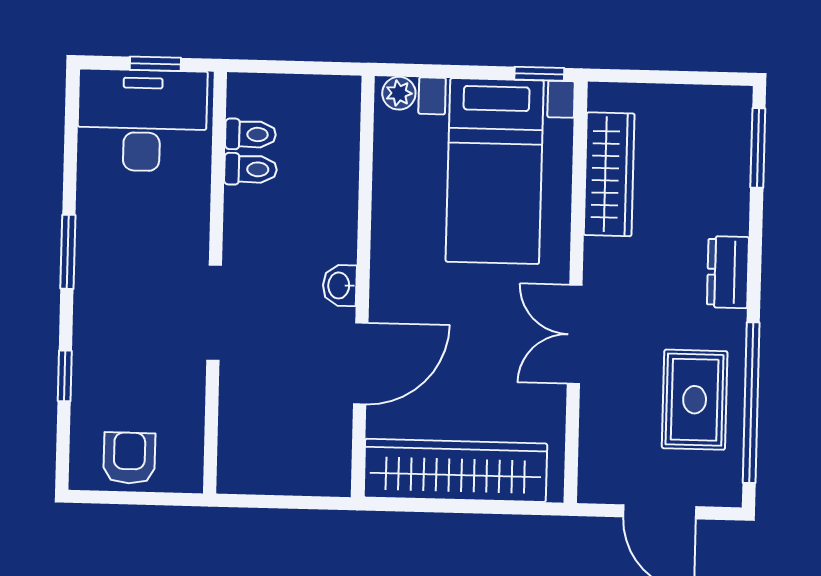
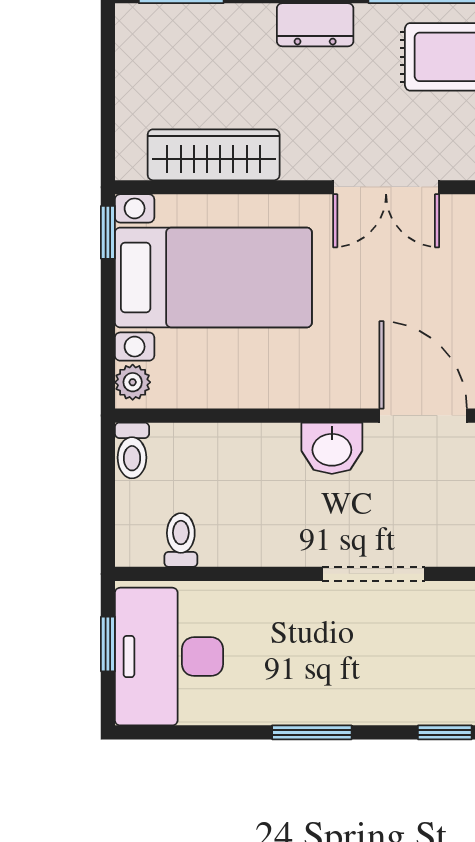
toilet: (251, 169) -> (132, 450), moved, turned 180
washbasin: (340, 285) -> (332, 448), width x1.38, depth x1.45

